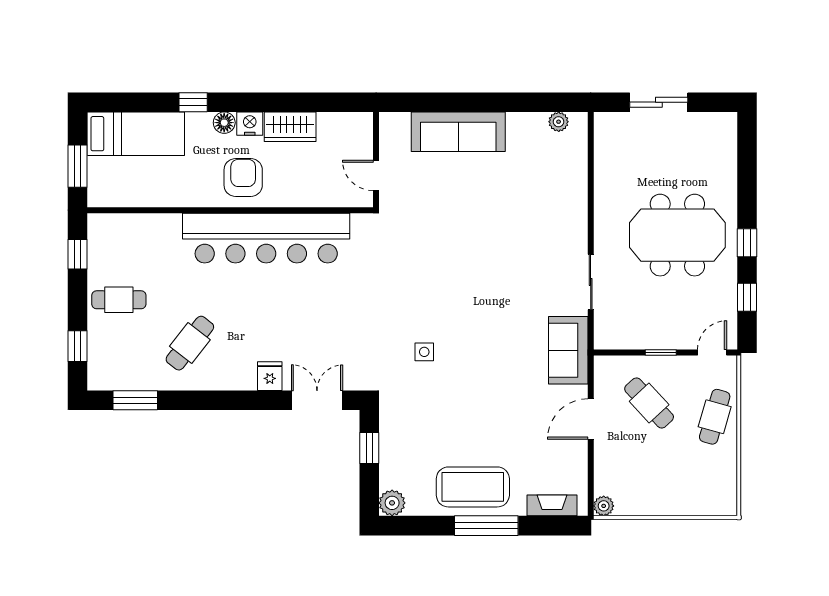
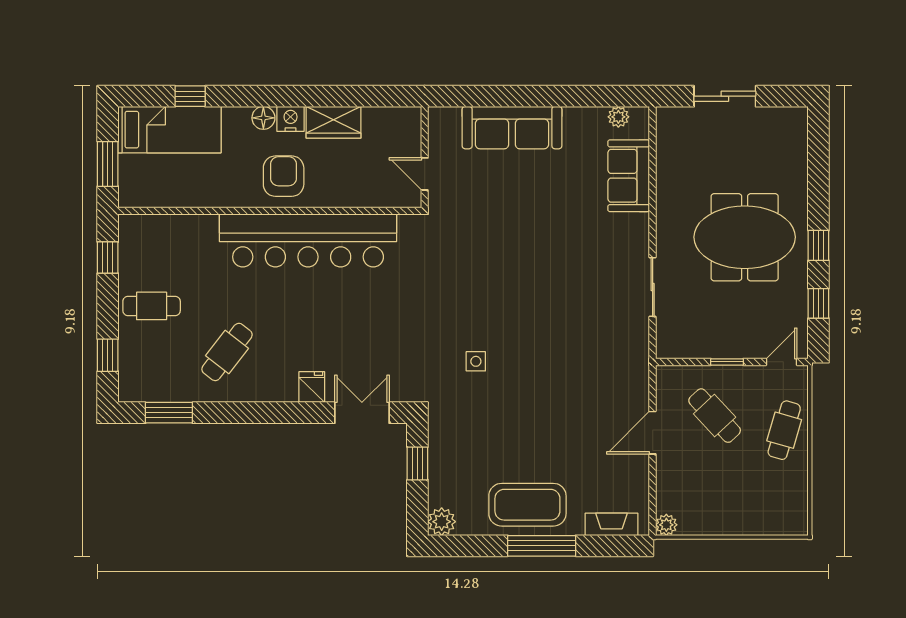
window: (193, 102) -> (190, 96), moved
sofa: (568, 350) -> (629, 176), moved

